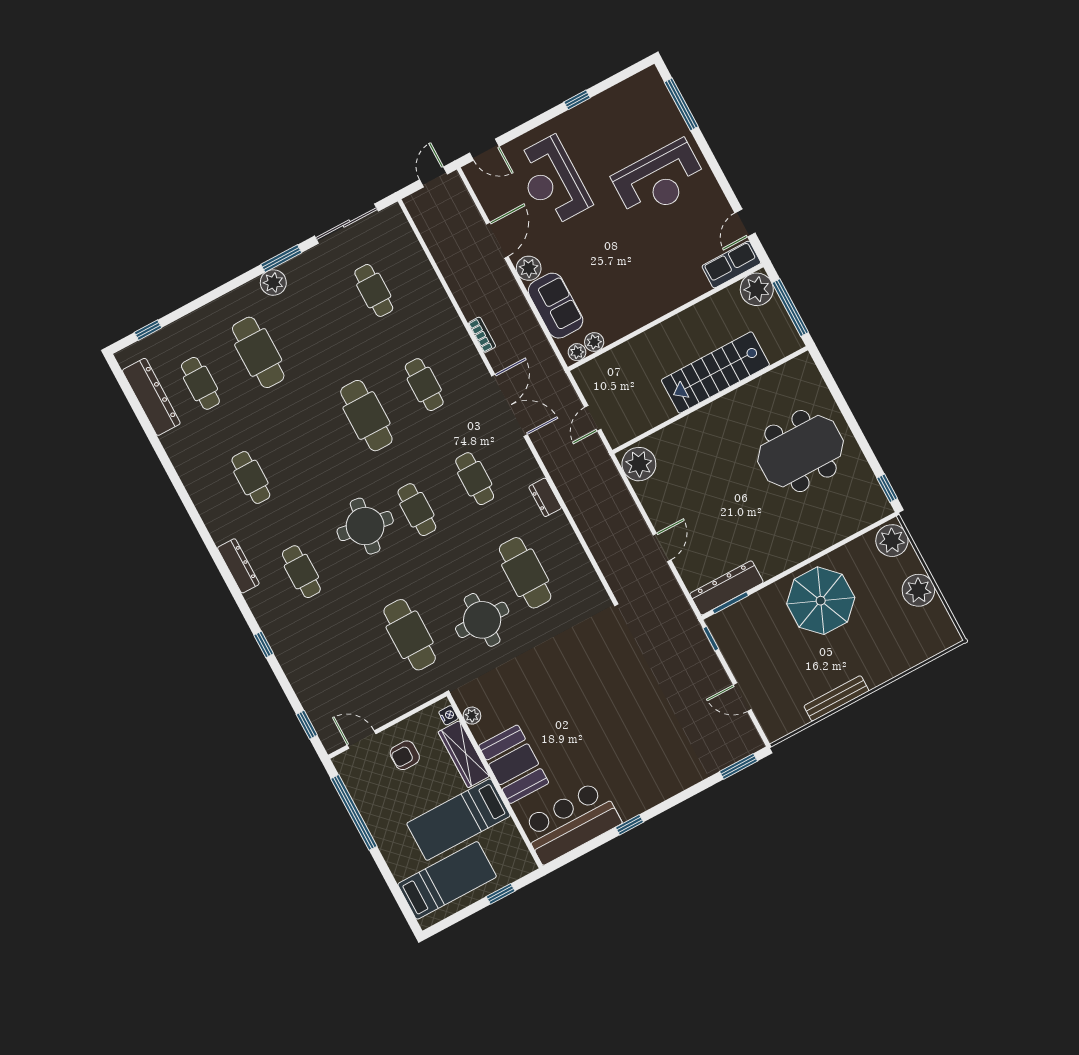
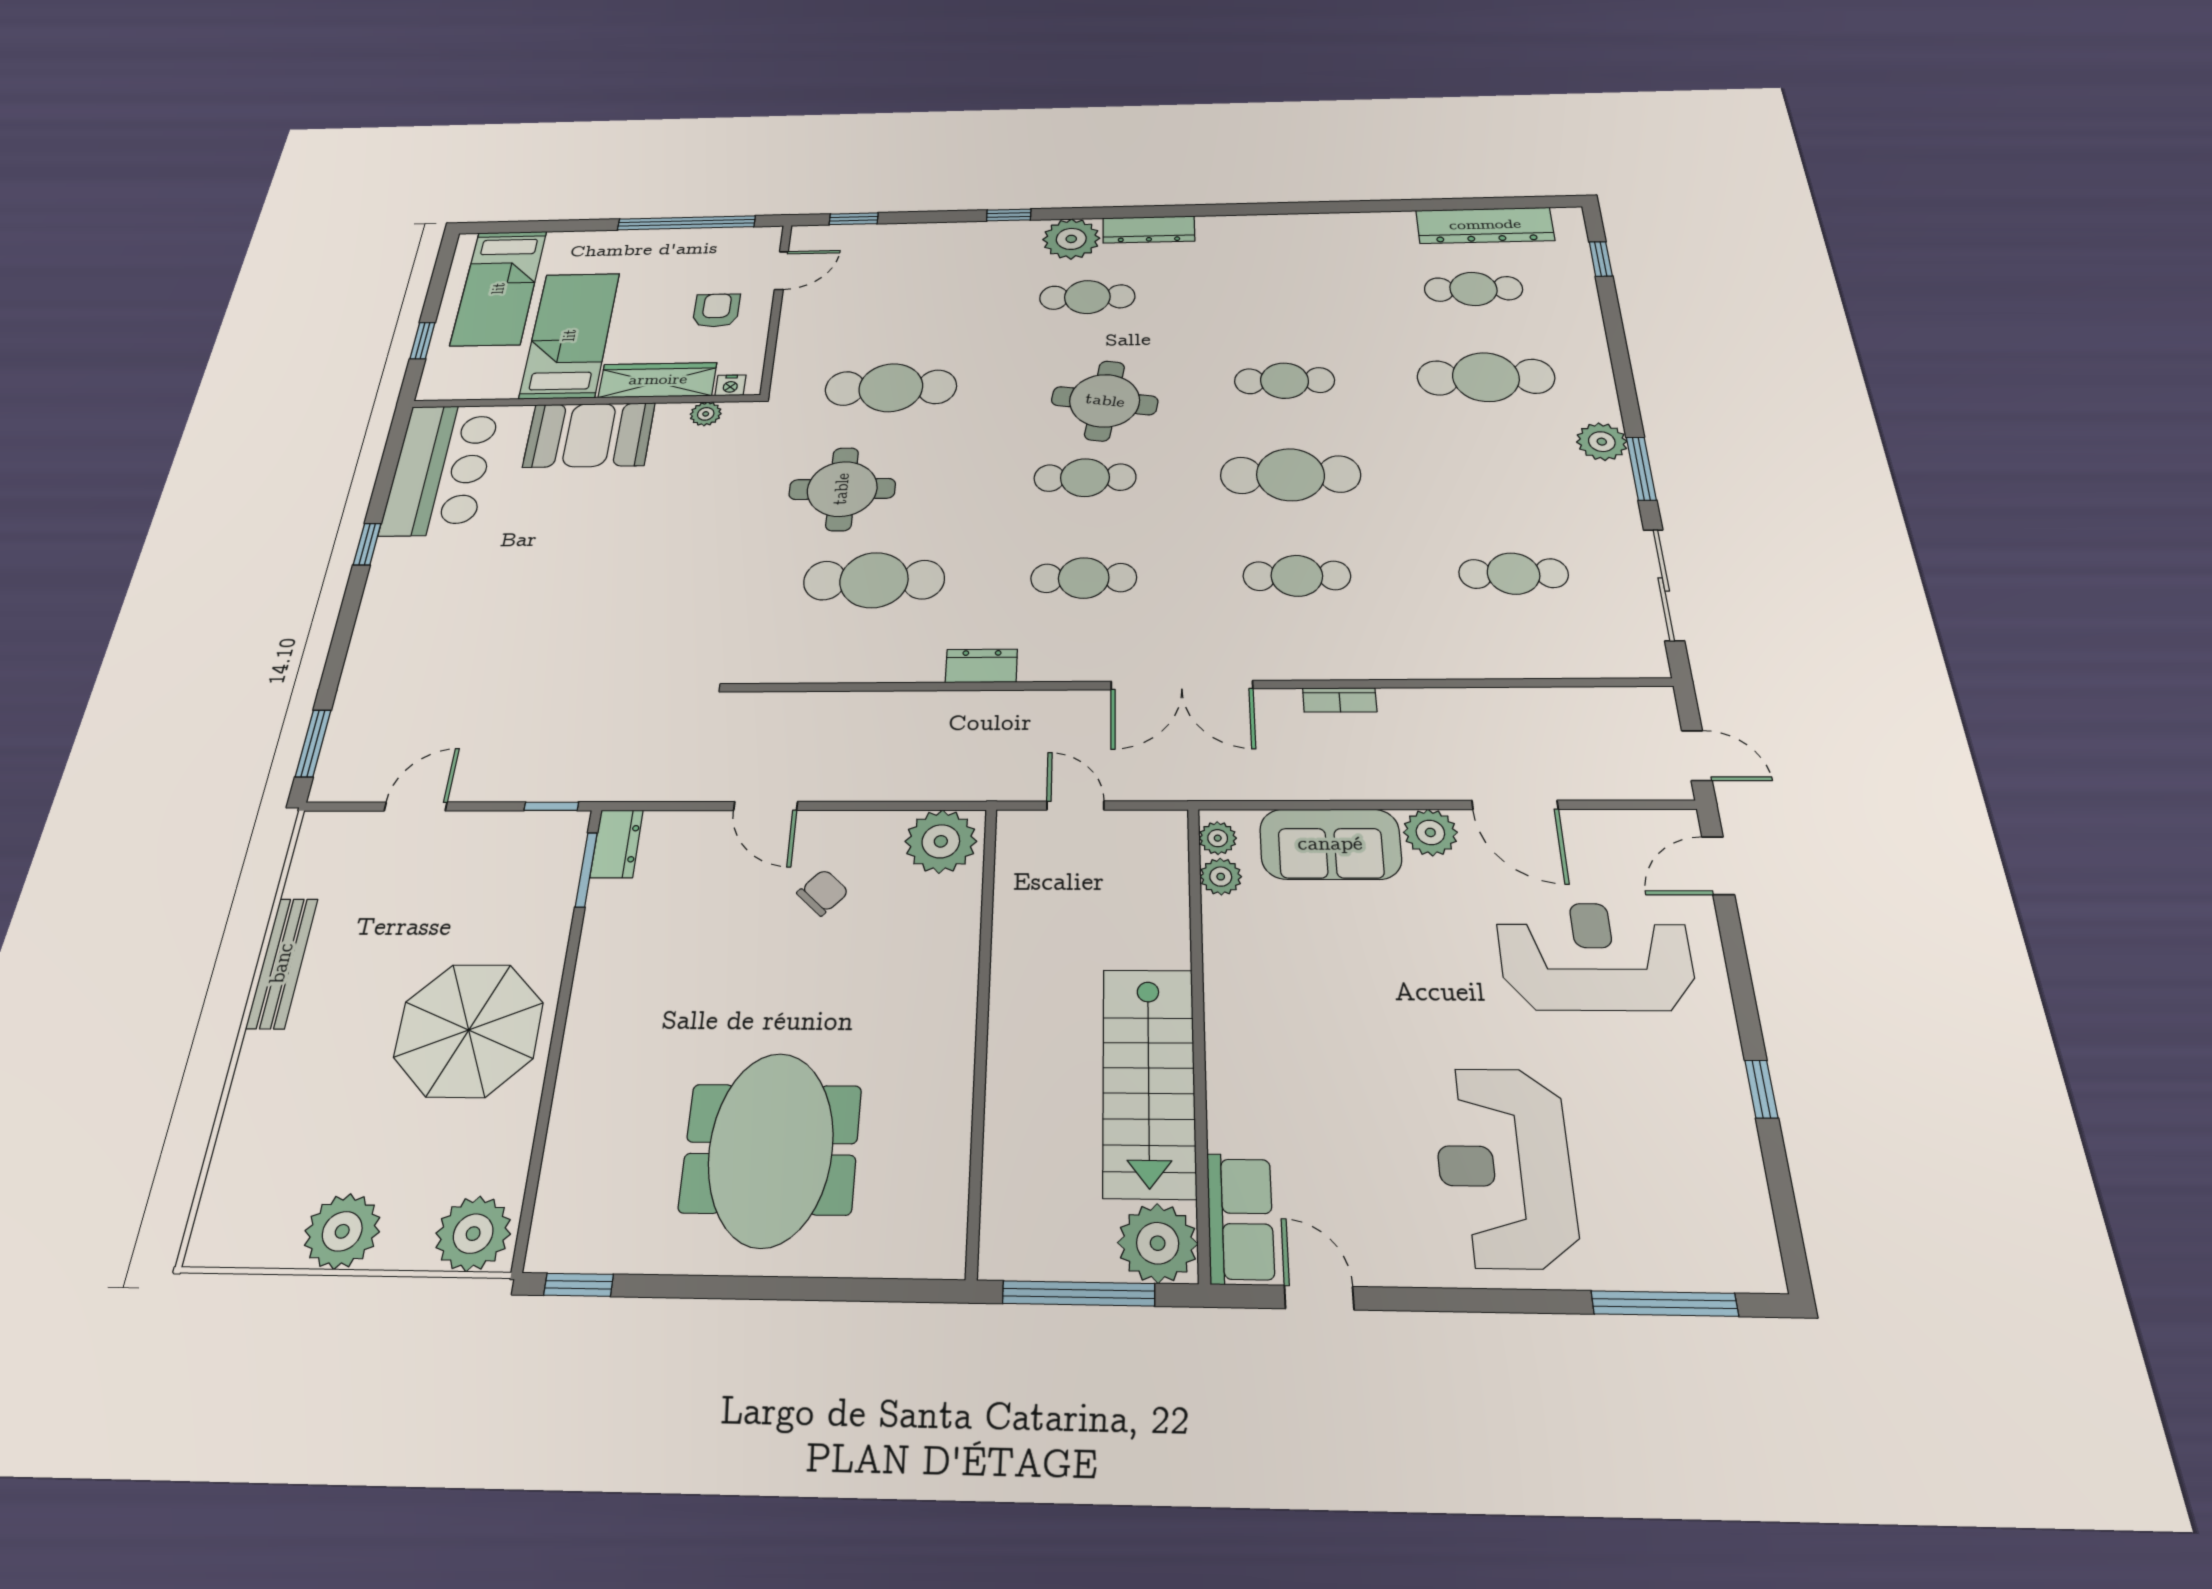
stairs: (715, 372) -> (1149, 1081), moved, turned 180
cafe table: (251, 478) -> (1284, 381), moved
chair: (688, 498) -> (823, 892), added
dresser: (726, 588) -> (617, 844), width x0.51, depth x0.80
plant: (265, 602) -> (1071, 239), added

